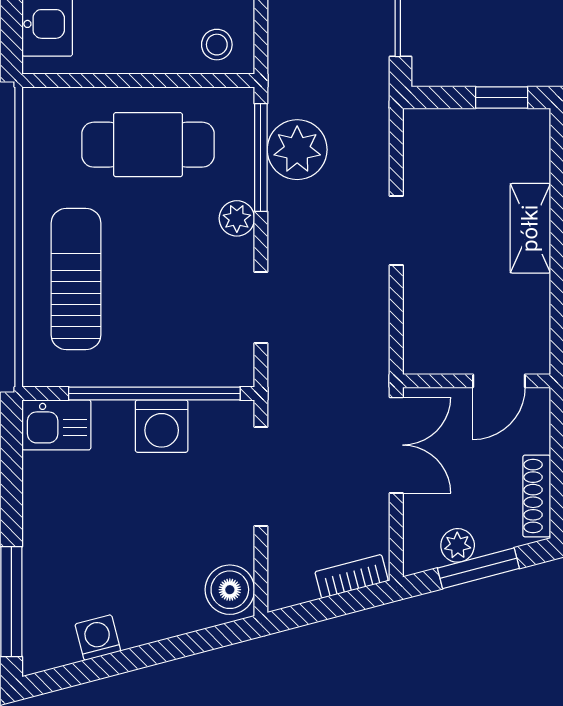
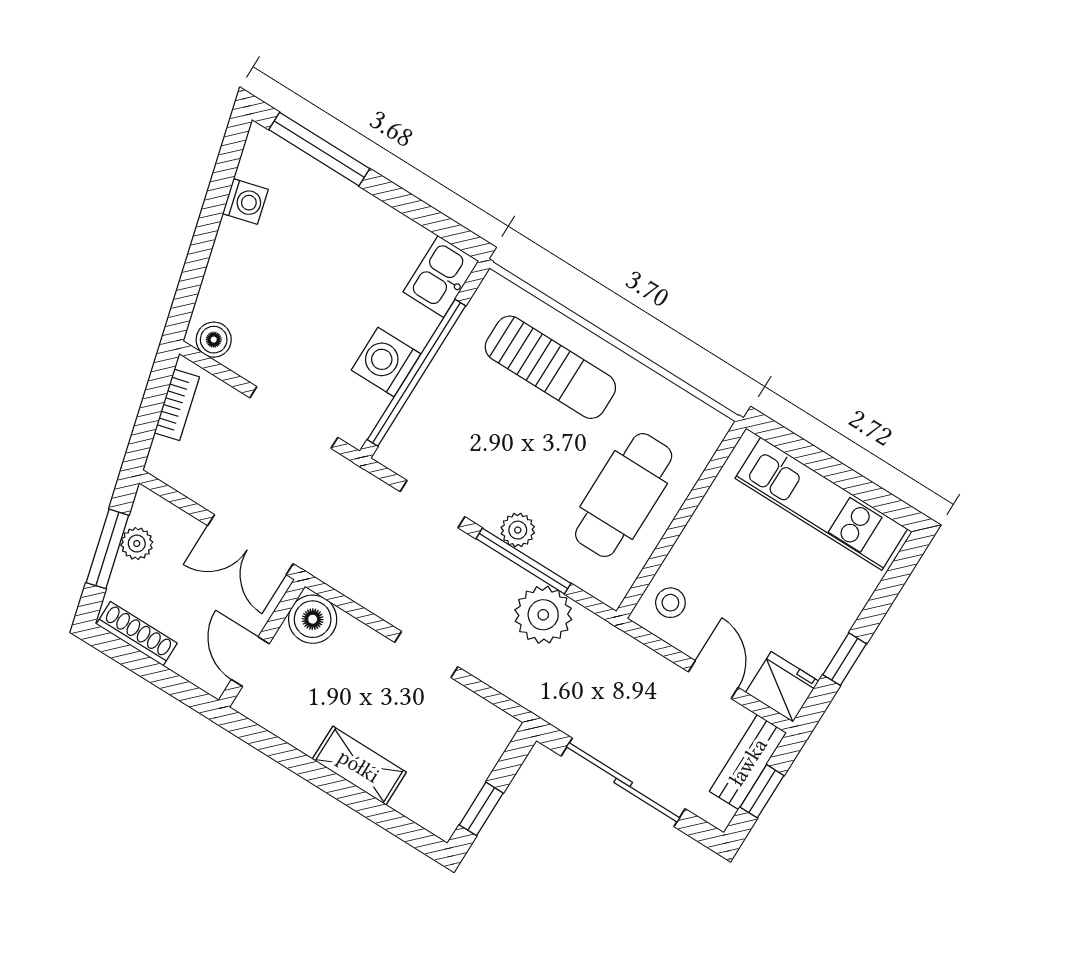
window: (261, 157) -> (523, 561), moved
boiler: (428, 350) -> (313, 619), added
bookcase: (352, 576) -> (177, 405), moved
boiler: (230, 590) -> (214, 340), width x0.73, depth x0.73

